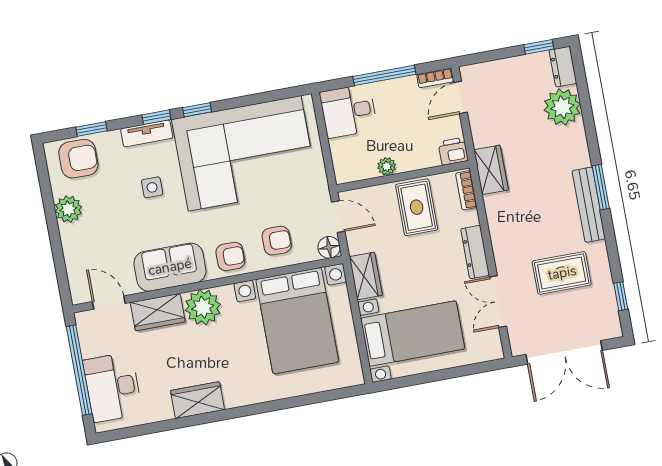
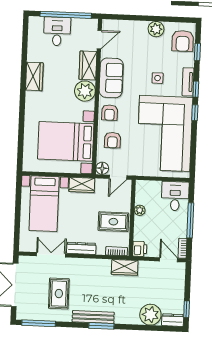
window: (621, 296) -> (39, 323), width x2.17
desk: (113, 387) -> (57, 31), width x0.73

